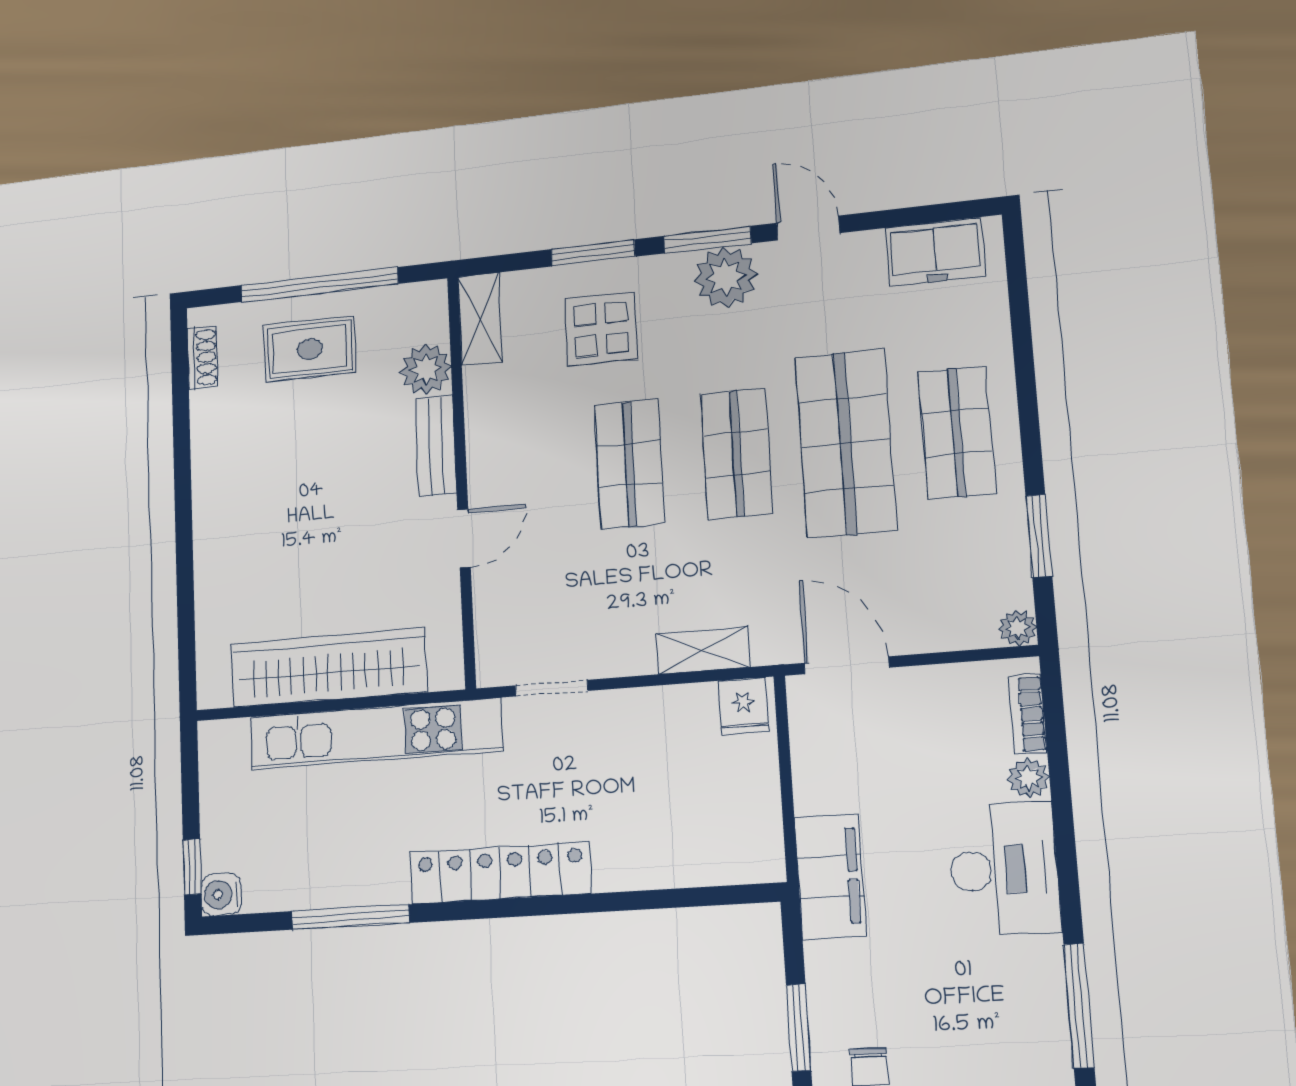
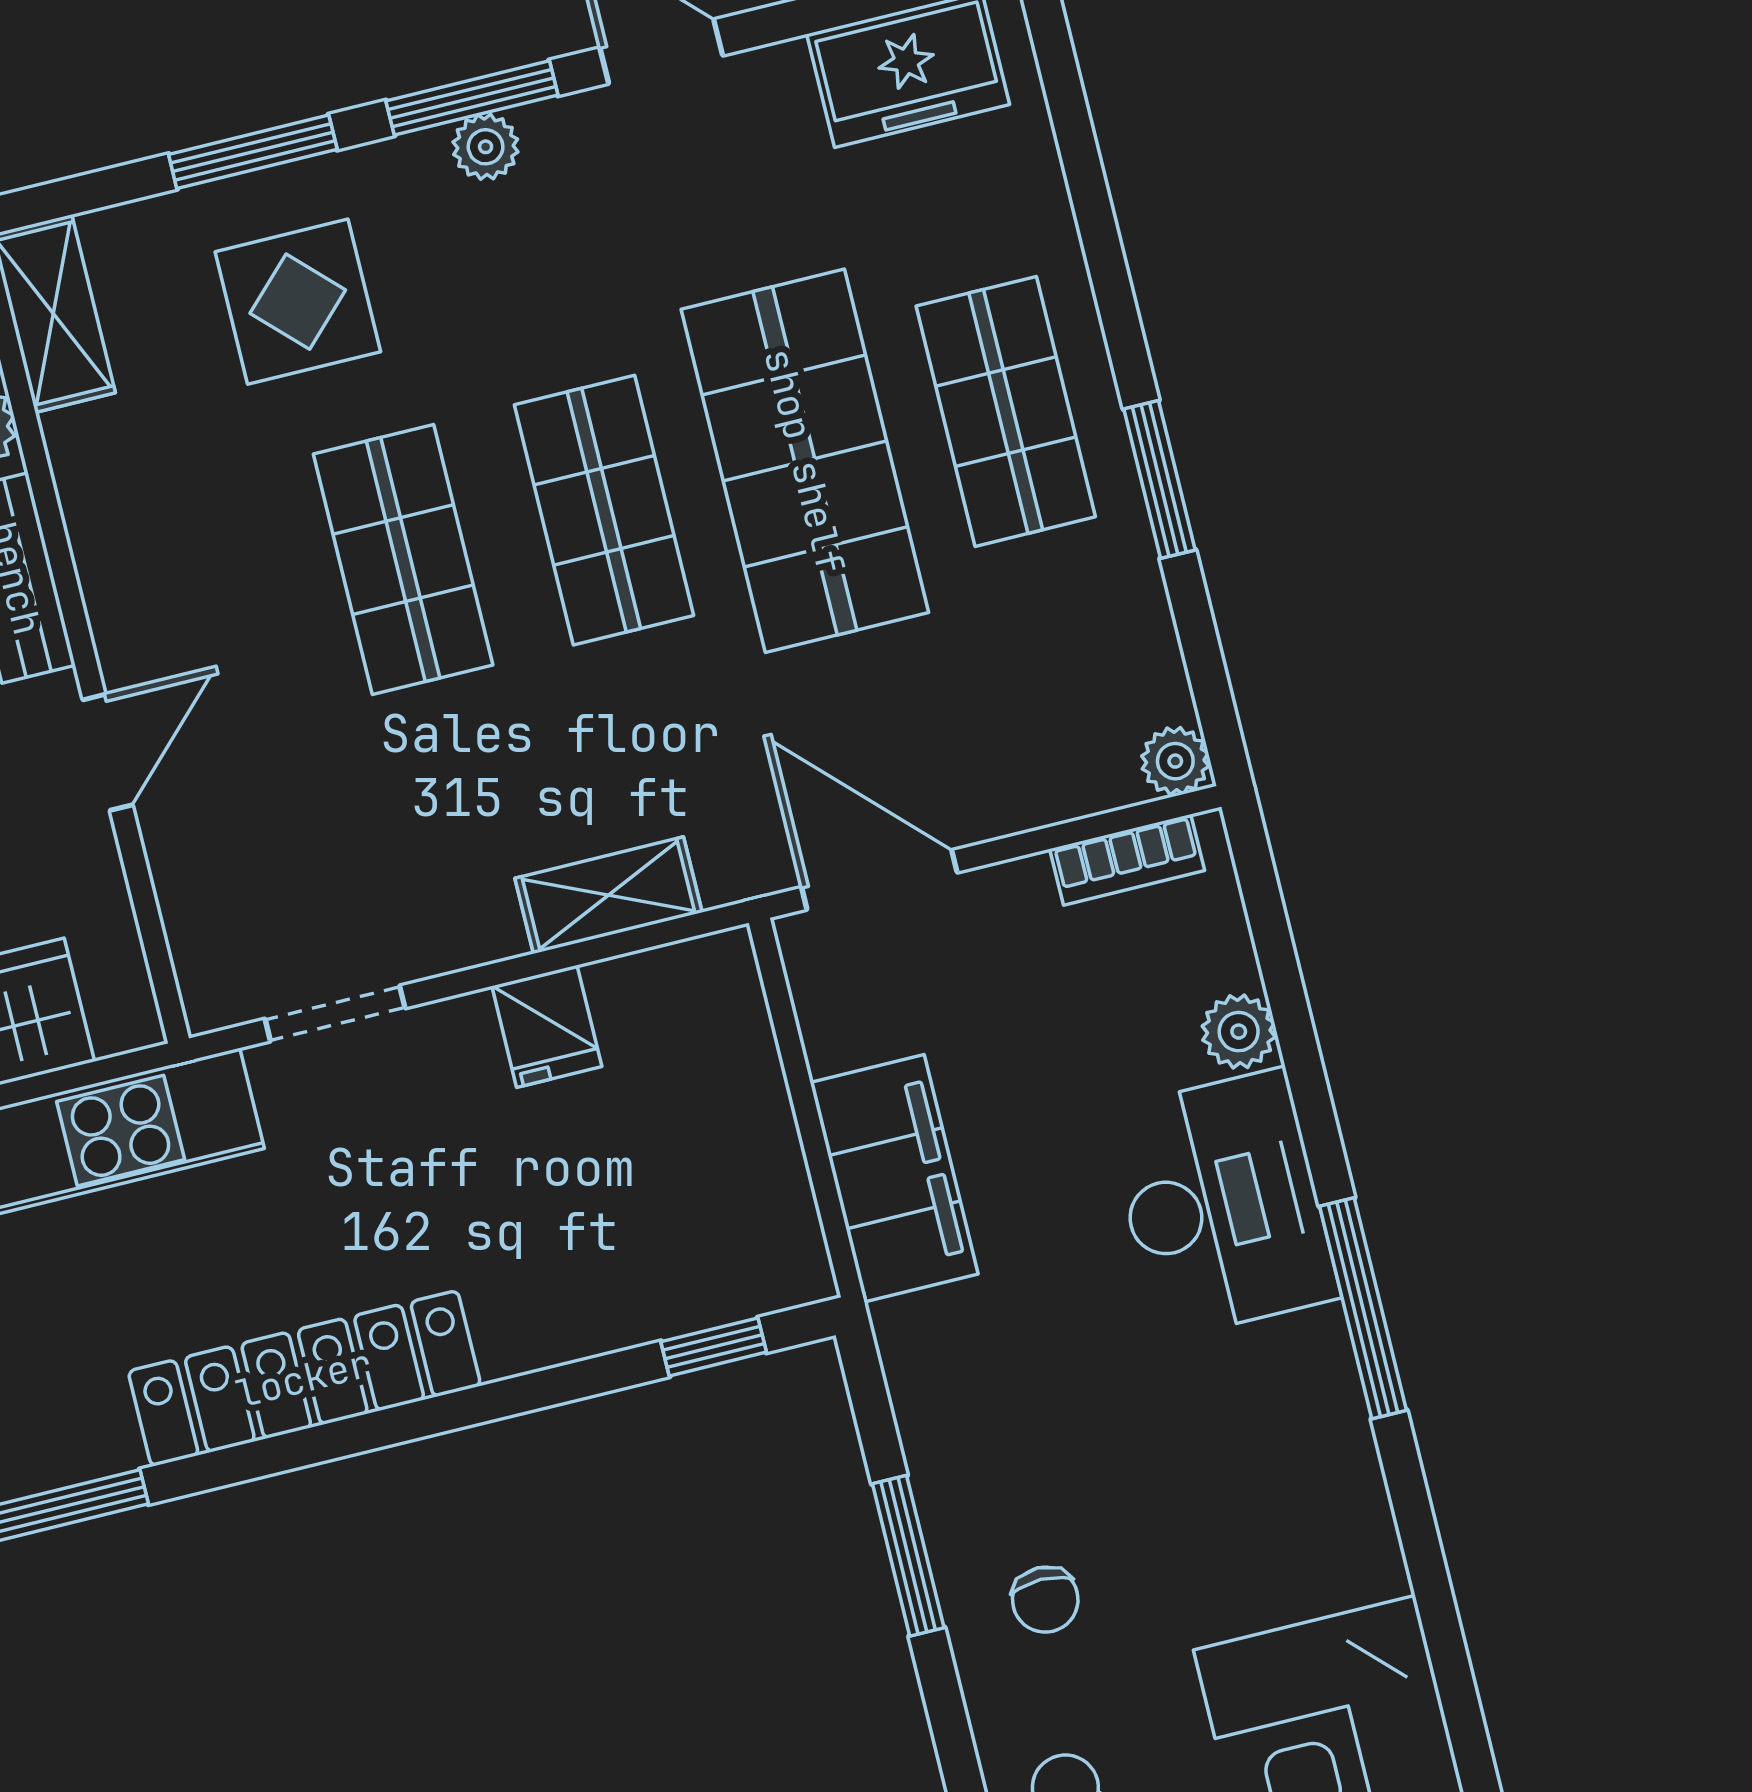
plant: (726, 277) -> (486, 147), width x0.53, depth x0.53
window: (1039, 536) -> (1159, 479), moved
fridge: (744, 706) -> (547, 1026), moved
bookcase: (1028, 714) -> (1127, 860), moved, turned -90
filing cabinet: (830, 877) -> (894, 1178), moved
window: (715, 896) -> (714, 1347), added
window: (1079, 1006) -> (1363, 1308), moved

